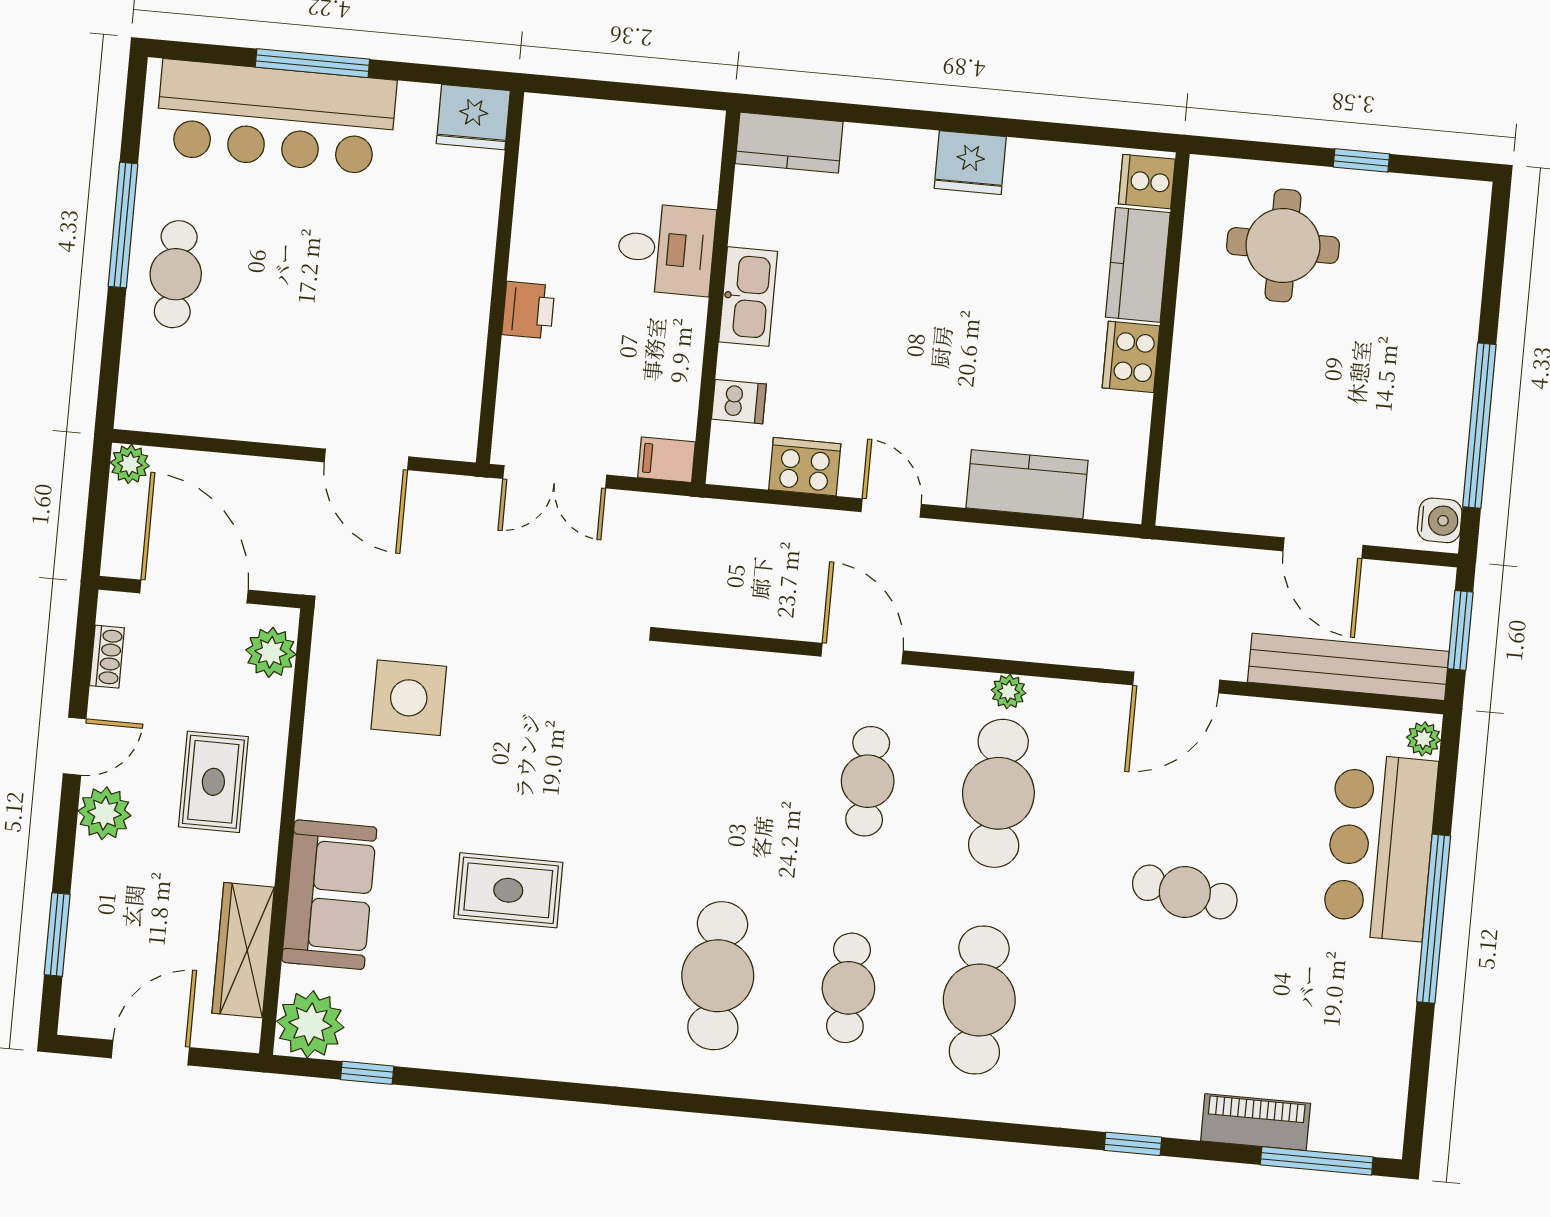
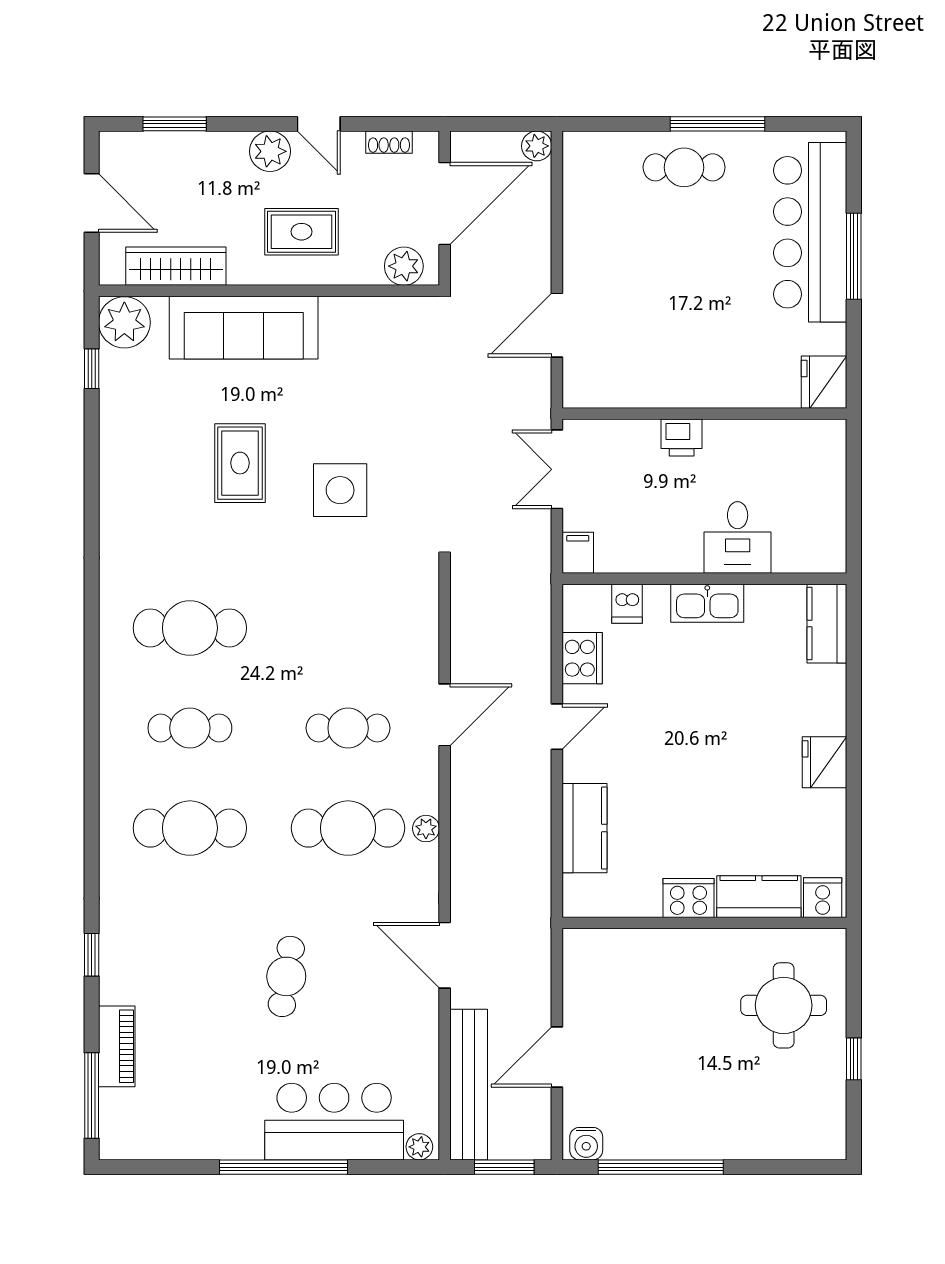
side table: (409, 698) -> (340, 490), moved
sofa: (329, 895) -> (244, 328), width x1.36

